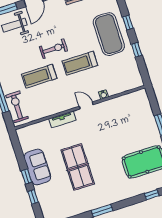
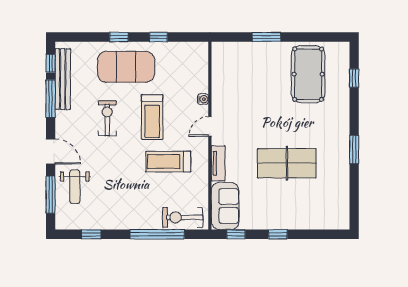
exercise bike: (53, 49) -> (107, 118), moved
treadmill: (39, 76) -> (168, 162), moved, turned 90
sofa: (37, 167) -> (225, 206), moved, turned 90
window: (33, 197) -> (236, 234), moved

